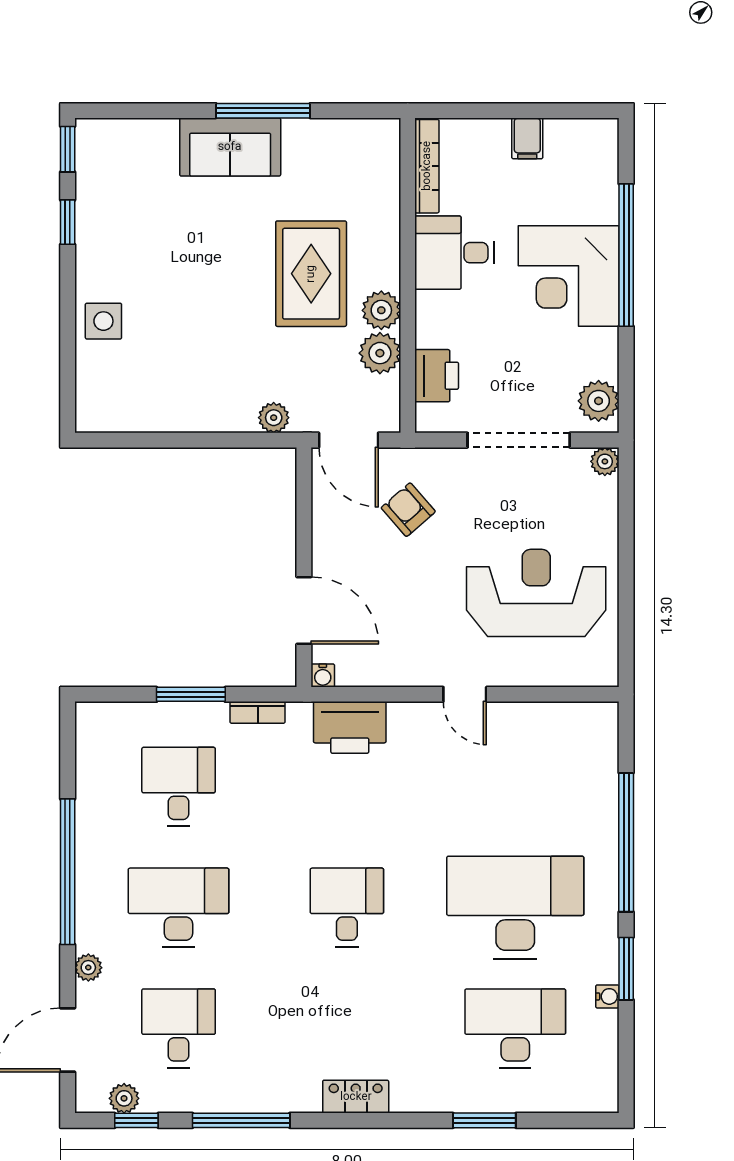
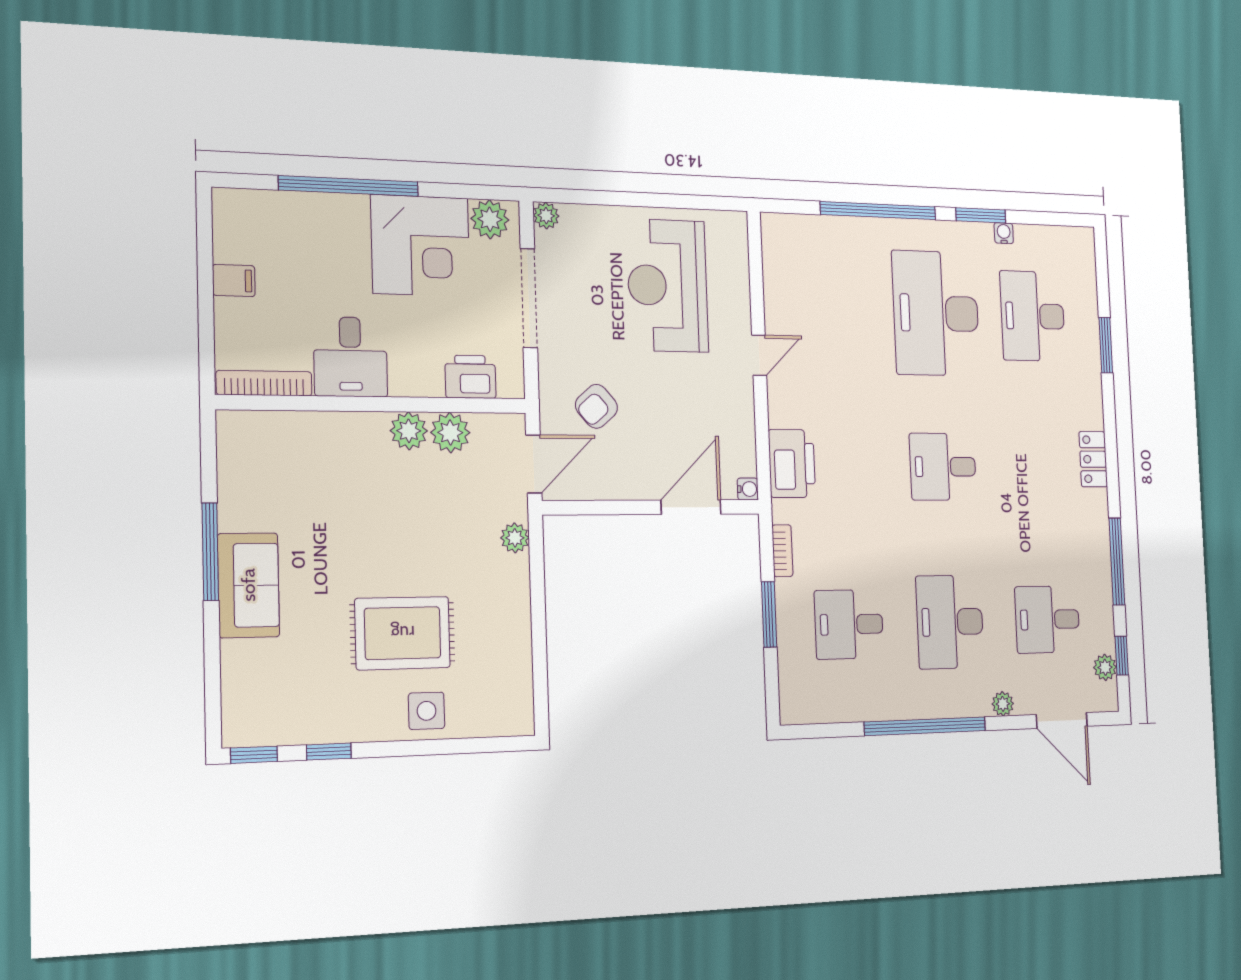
rug: (311, 274) -> (403, 633), moved
corner desk: (569, 276) -> (421, 246), moved

